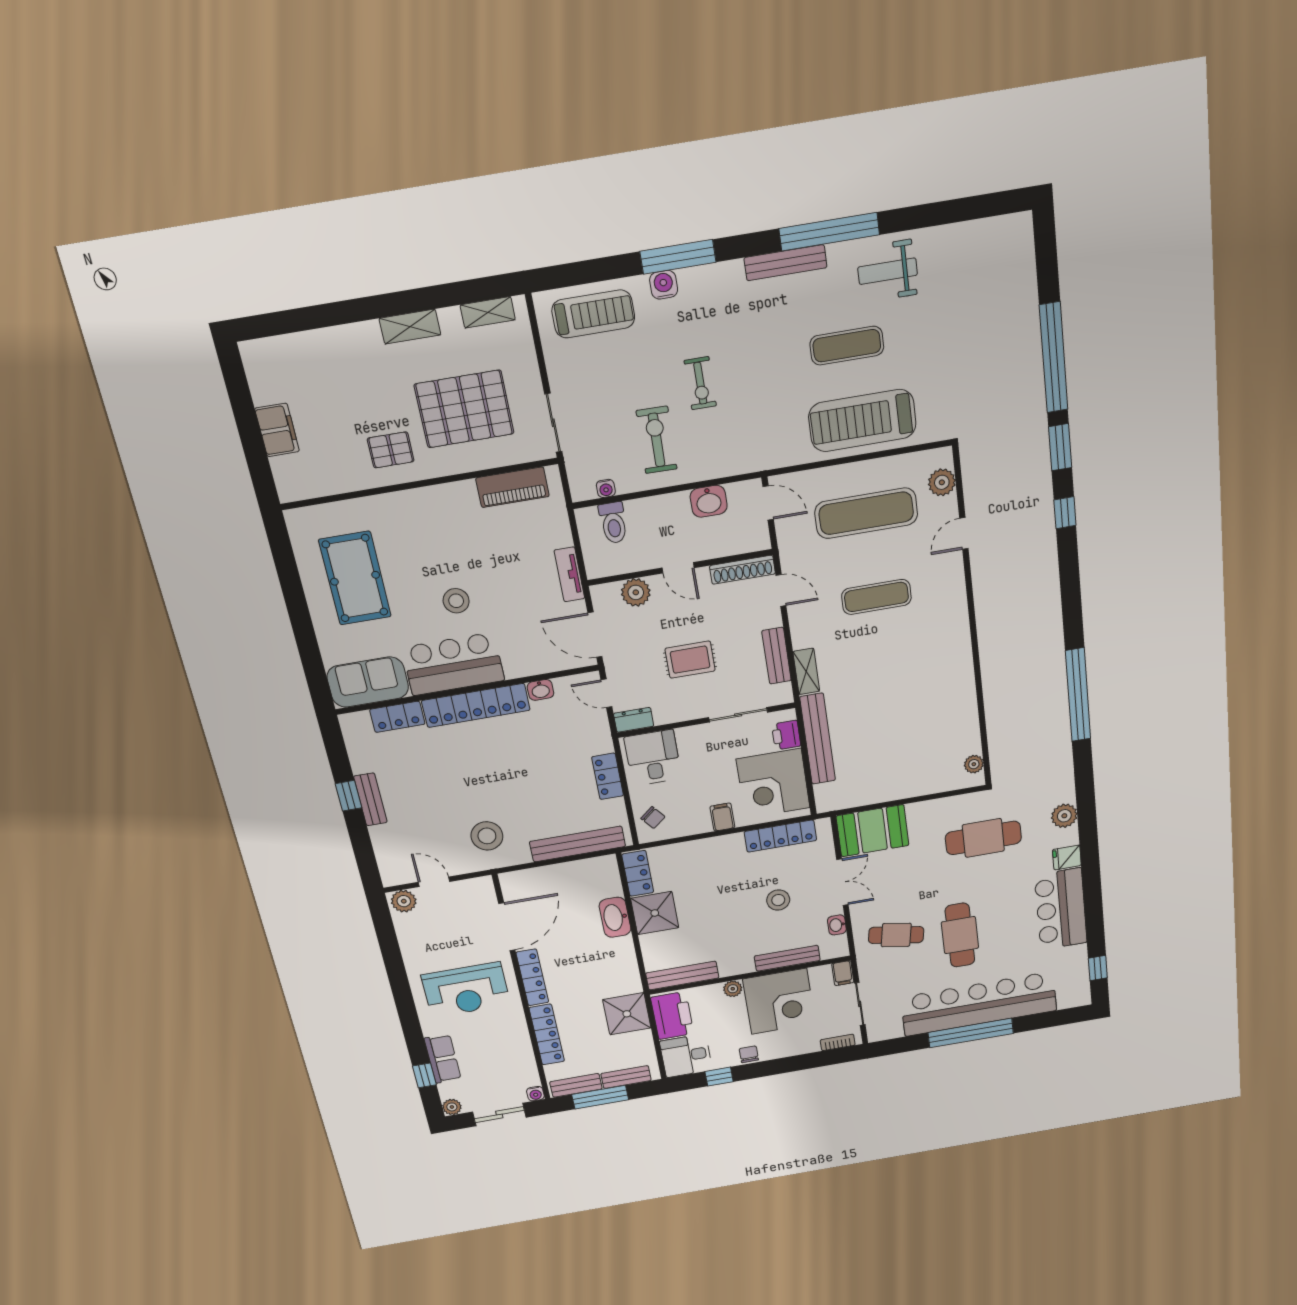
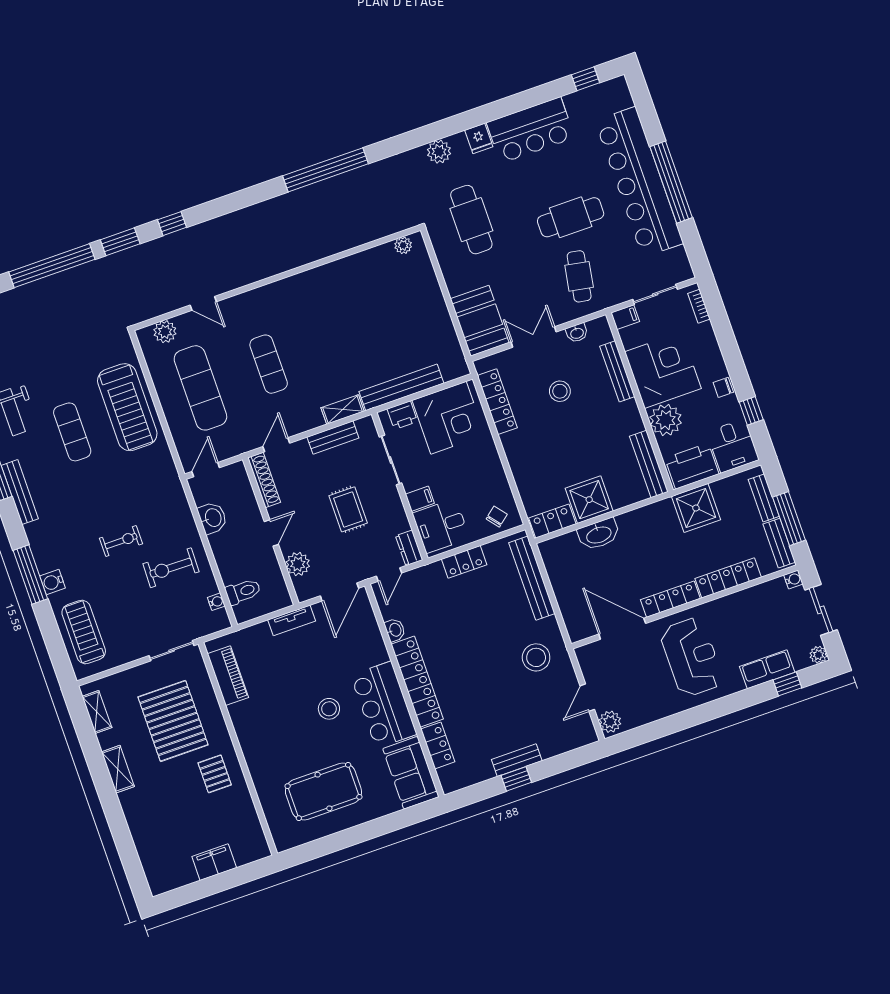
filing cabinet: (722, 817) -> (420, 499), moved, turned 180
plant: (733, 989) -> (666, 420), width x1.88, depth x1.88

